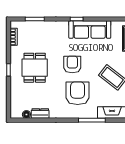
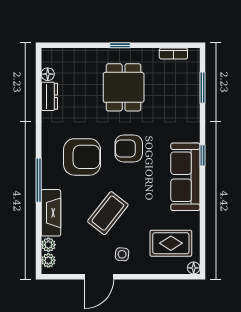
armchair: (72, 64) -> (129, 148), turned 180
dining table: (35, 68) -> (124, 87), turned 90

